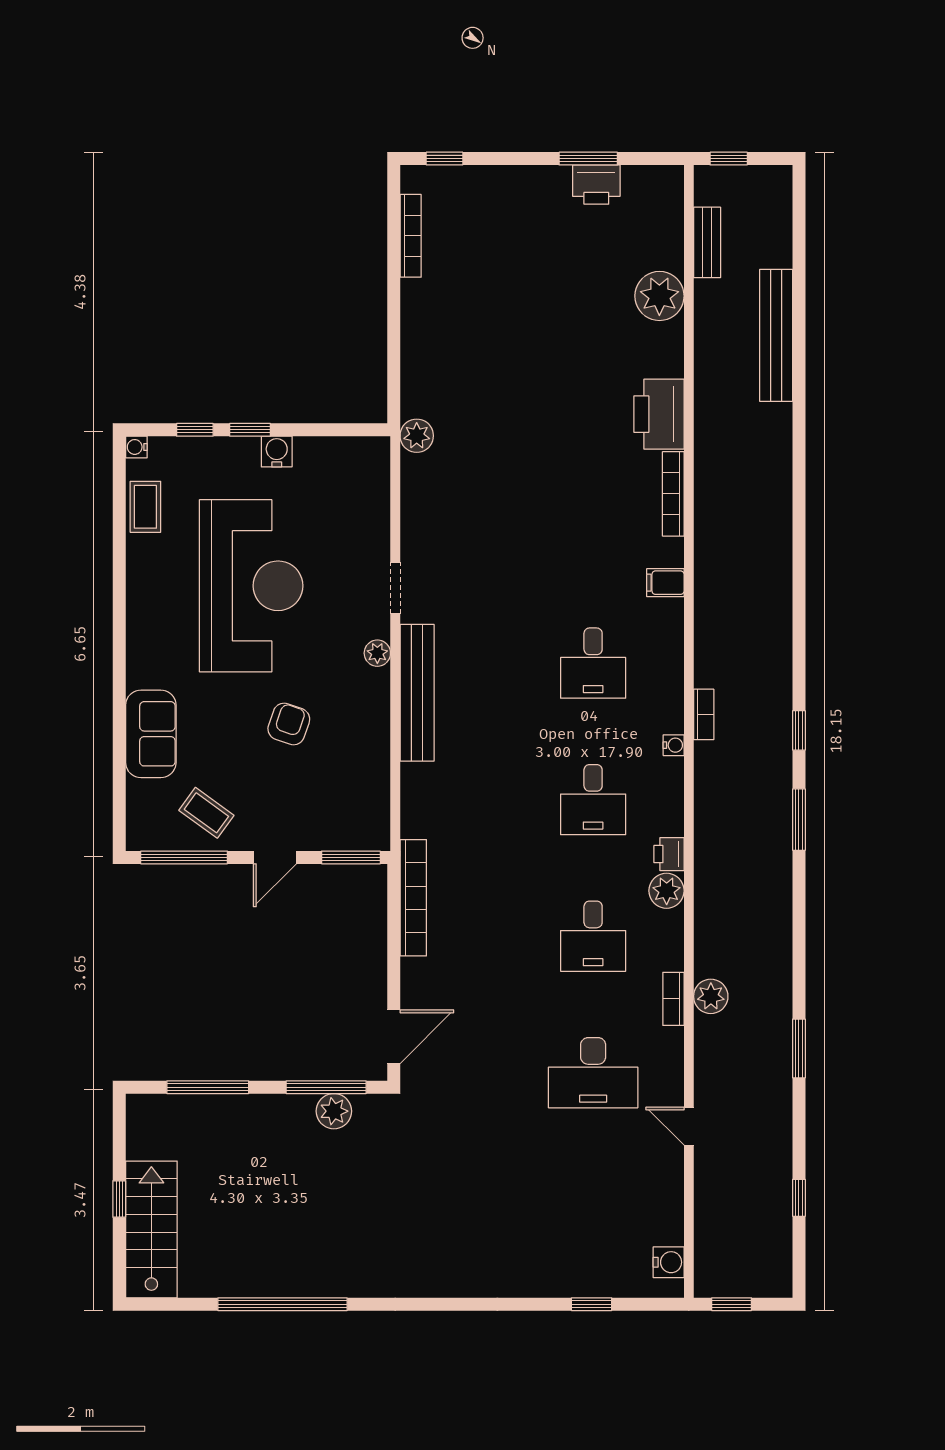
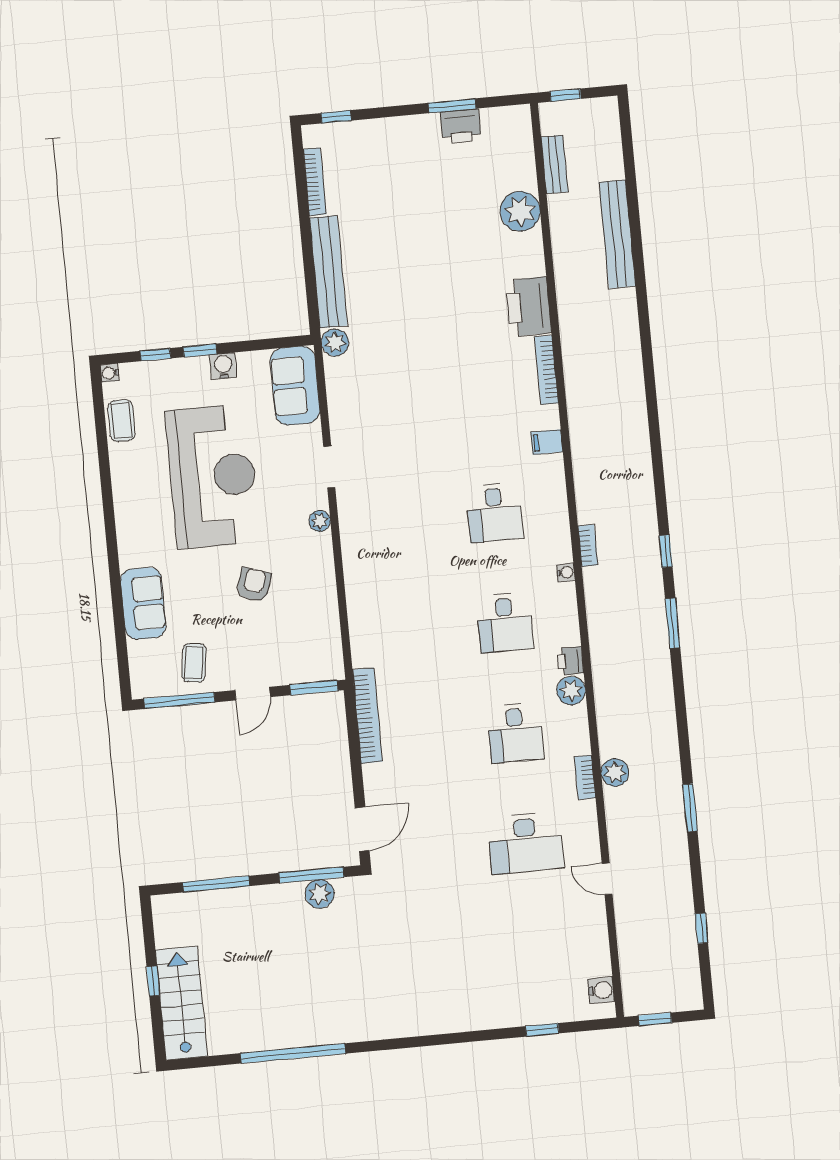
sofa: (363, 484) -> (295, 386), added
bench: (417, 693) -> (329, 272), moved
coffee table: (206, 813) -> (194, 663), turned 62

